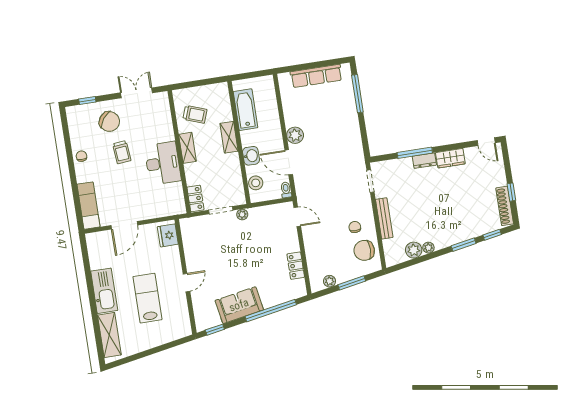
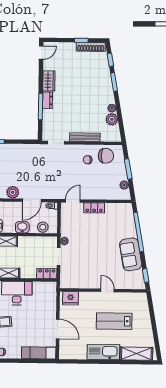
chair: (364, 250) -> (106, 156), turned -90
locker: (296, 266) -> (94, 208), moved

